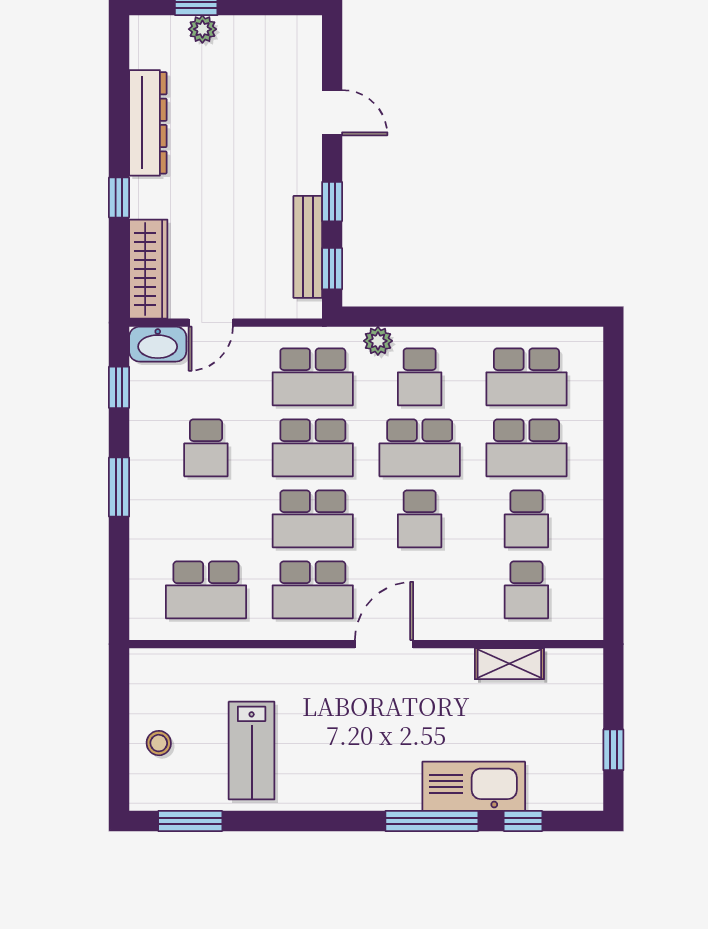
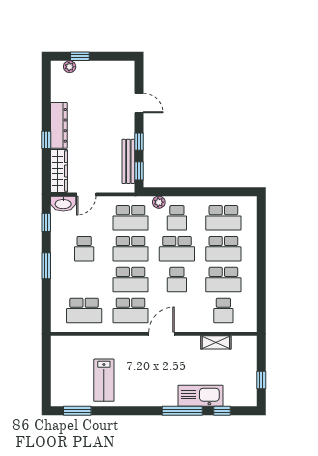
plant: (202, 29) -> (70, 67), moved
dresser: (148, 123) -> (59, 125), moved
school desk: (526, 519) -> (223, 280), width x1.85
stool: (159, 743) -> (64, 377), removed

